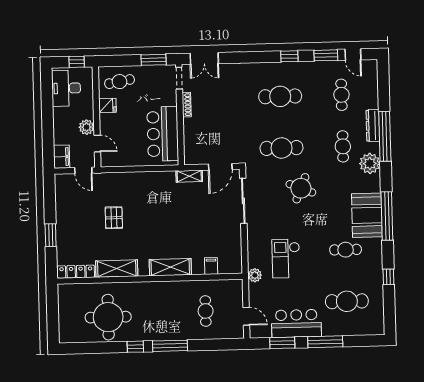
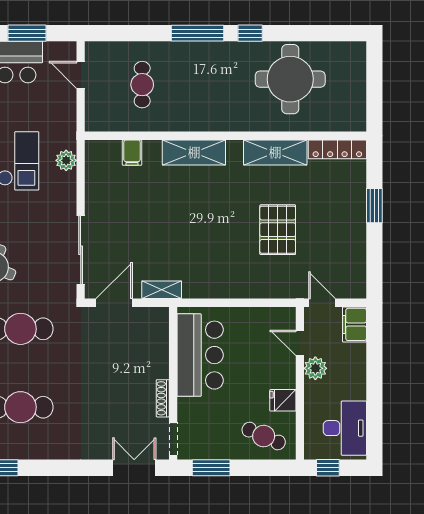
cafe table: (120, 82) -> (264, 436), turned 34
pallet: (114, 218) -> (278, 230), width x1.50, depth x1.42
plant: (255, 275) -> (66, 160), moved

